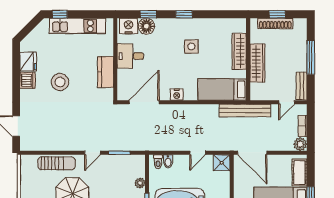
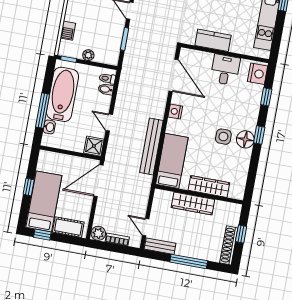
shoe rack: (275, 23) -> (229, 245), moved
floor lamp: (146, 26) -> (245, 139), moved
bench: (245, 110) -> (151, 146), moved

